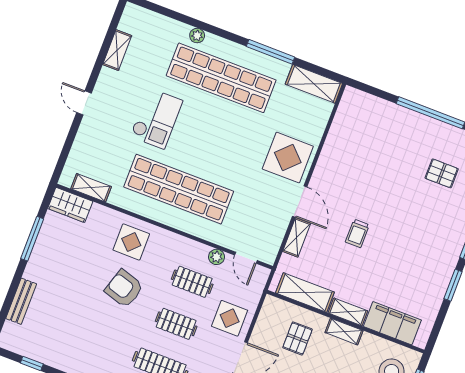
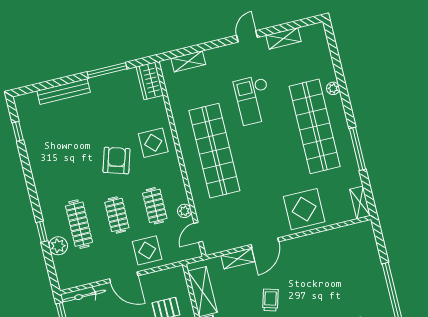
shelving: (314, 84) -> (360, 202), width x0.67, depth x0.75
door: (84, 103) -> (247, 36), moved
checkout: (156, 118) -> (254, 100), turned 90
display table: (288, 158) -> (304, 209), moved
shelving: (91, 188) -> (188, 61), moved, turned 90
trolley: (357, 233) -> (270, 300), turned 106
bench: (21, 301) -> (64, 92), width x1.36

